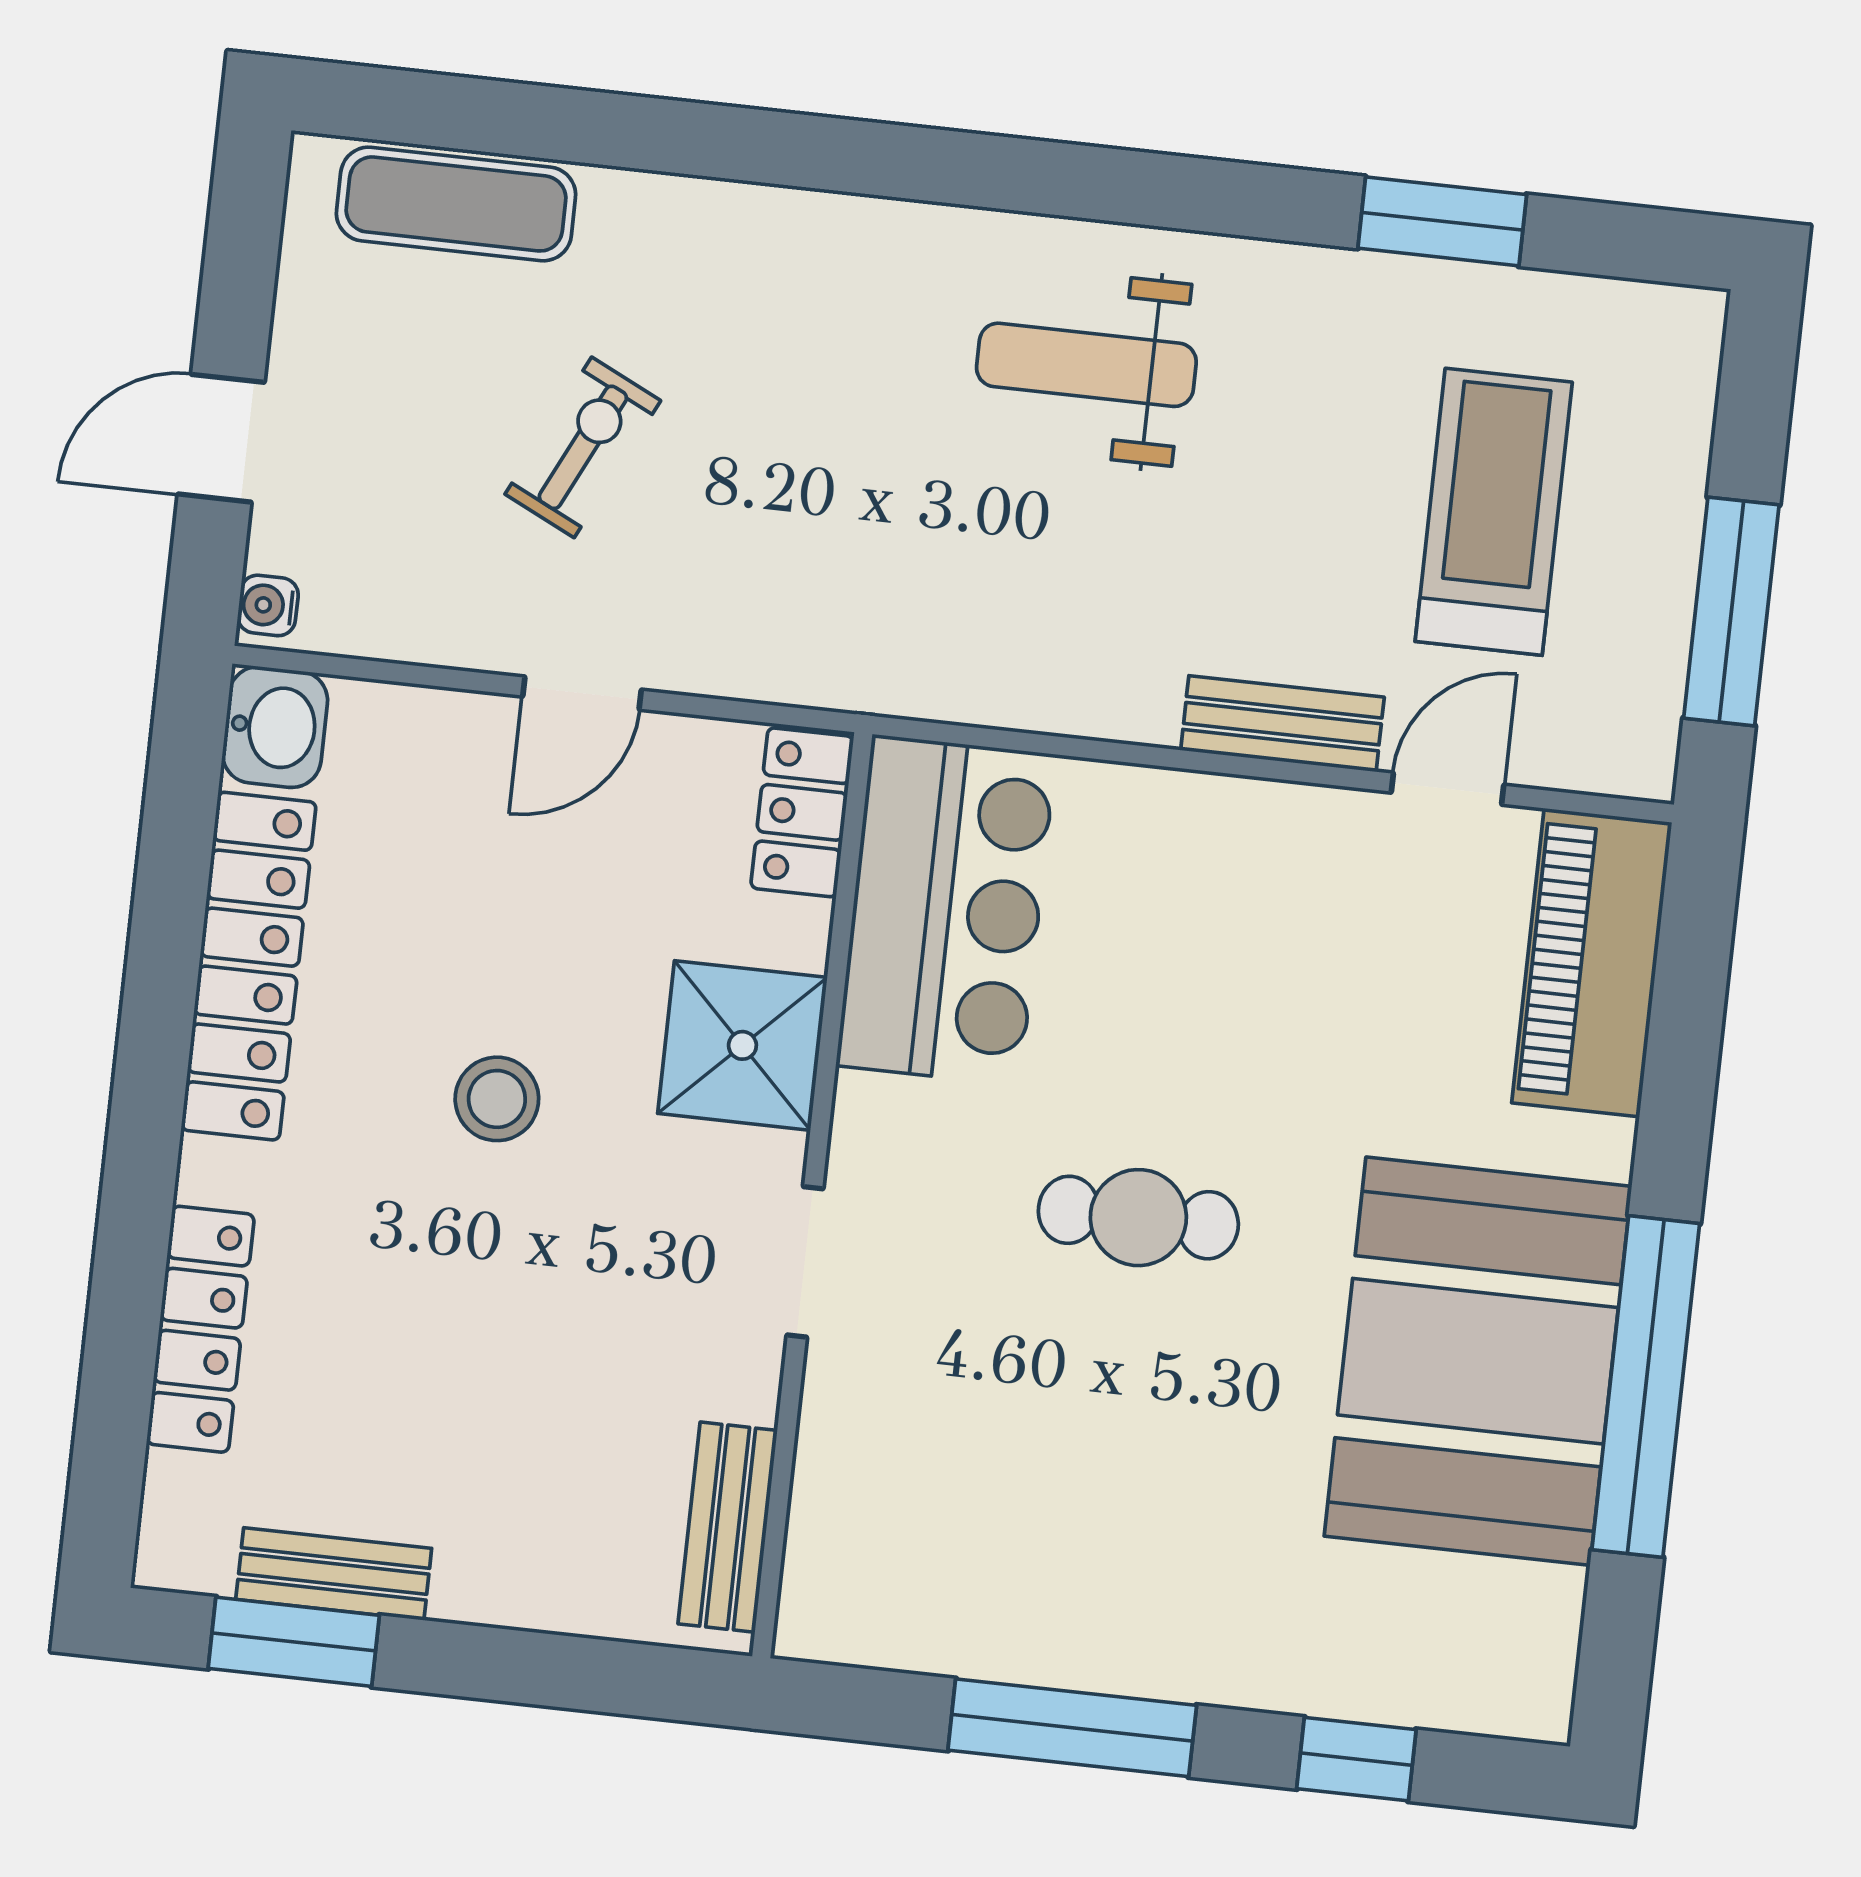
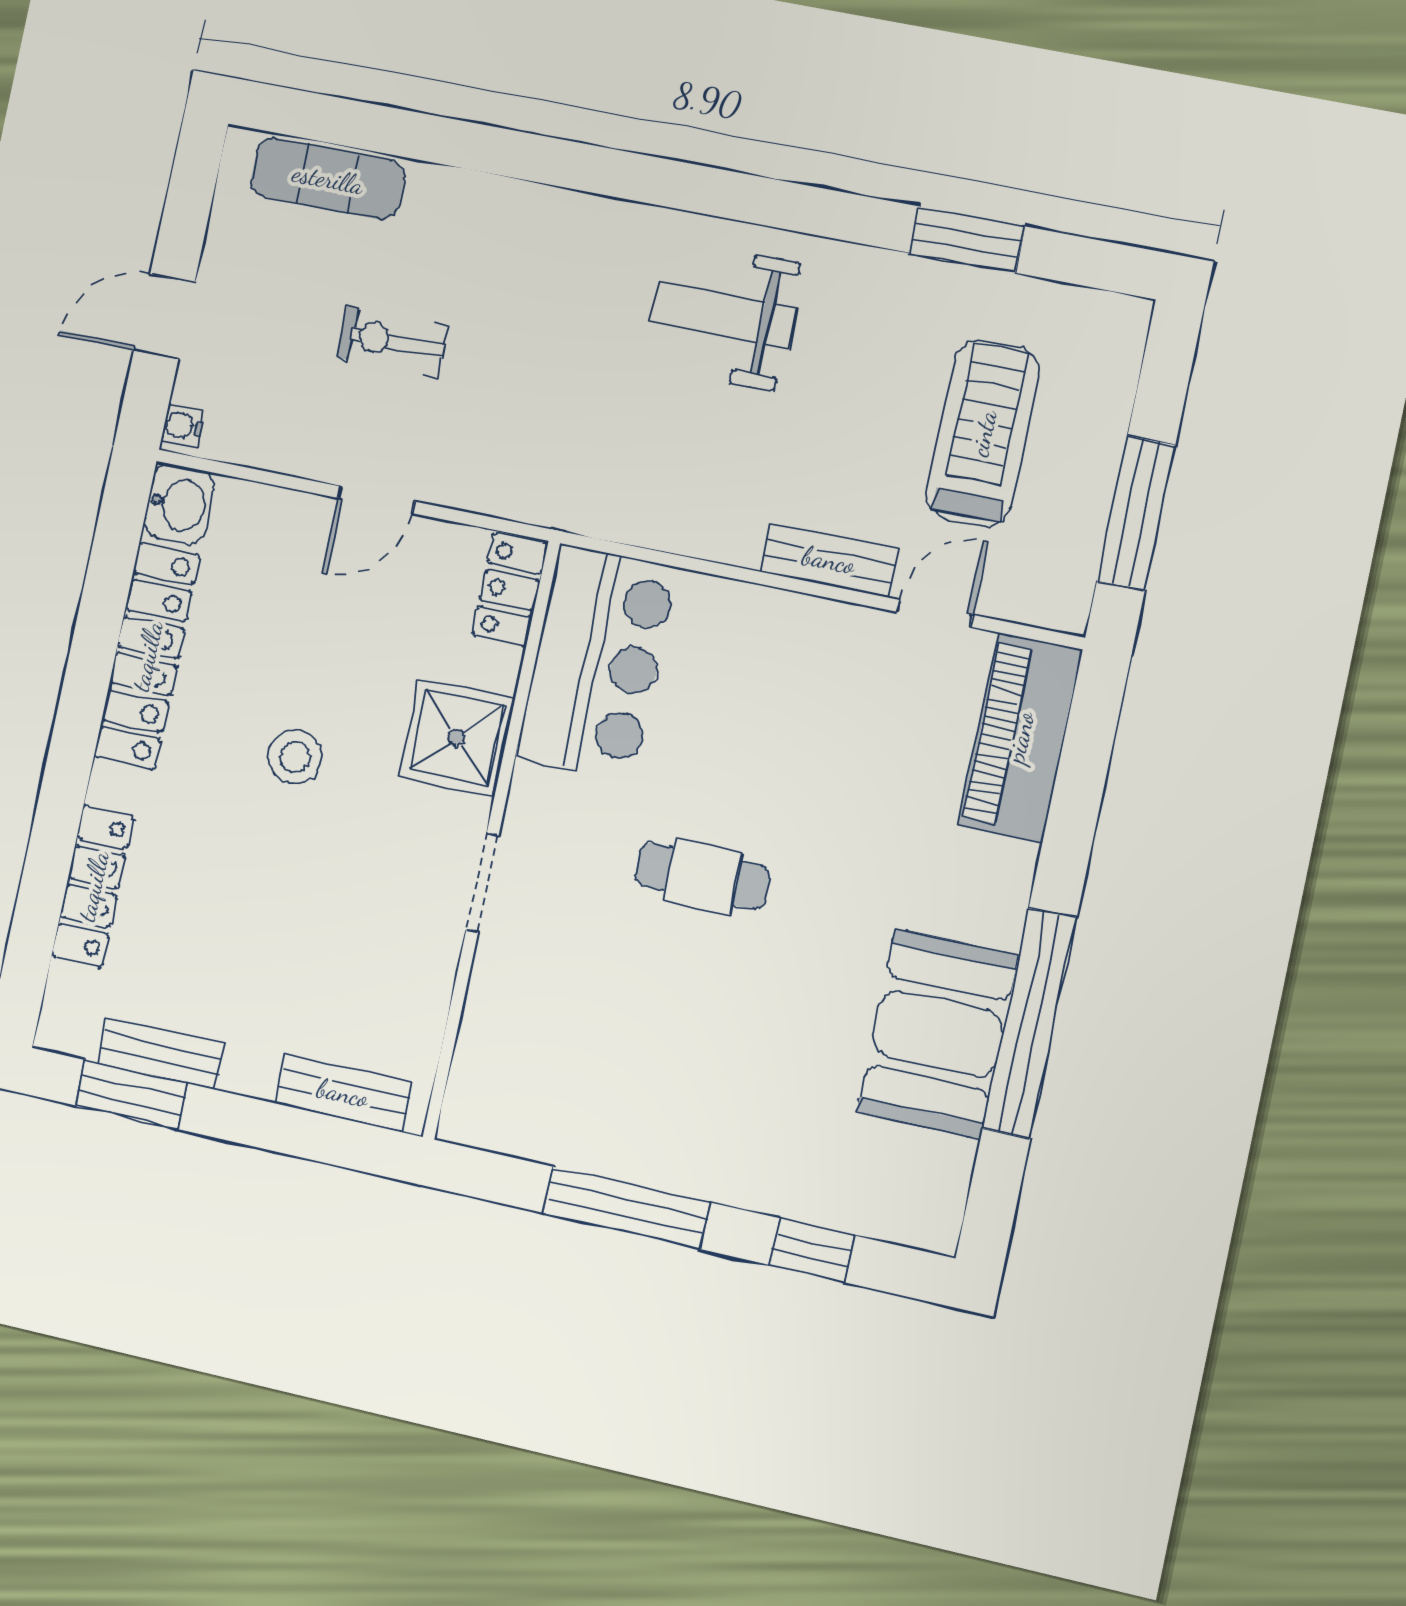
exercise bike: (583, 447) -> (392, 341), turned -116
booth: (1478, 1361) -> (938, 1033), width x0.73, depth x0.70
bench: (728, 1527) -> (343, 1093), moved, turned 90

